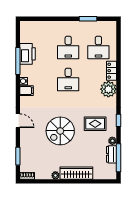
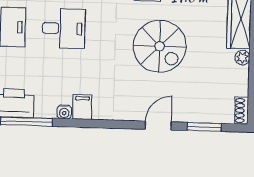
door: (18, 121) -> (158, 126), moved

